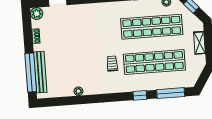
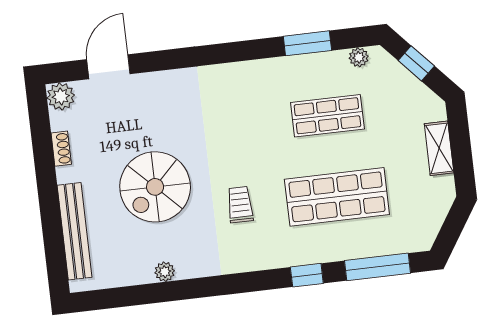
shop shelf: (152, 27) -> (327, 116), width x0.50, depth x0.74
spiral stairs: (76, 54) -> (155, 187), added
shop shelf: (154, 62) -> (337, 197), width x0.71
window: (31, 73) -> (53, 233), removed

